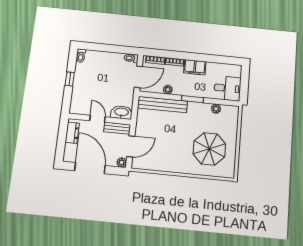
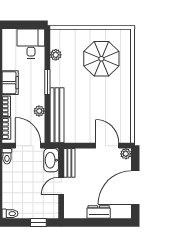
washbasin: (121, 112) -> (51, 160), moved
door: (97, 119) -> (61, 186), moved
wall: (100, 119) -> (61, 183), moved
bench: (117, 128) -> (69, 163), moved

